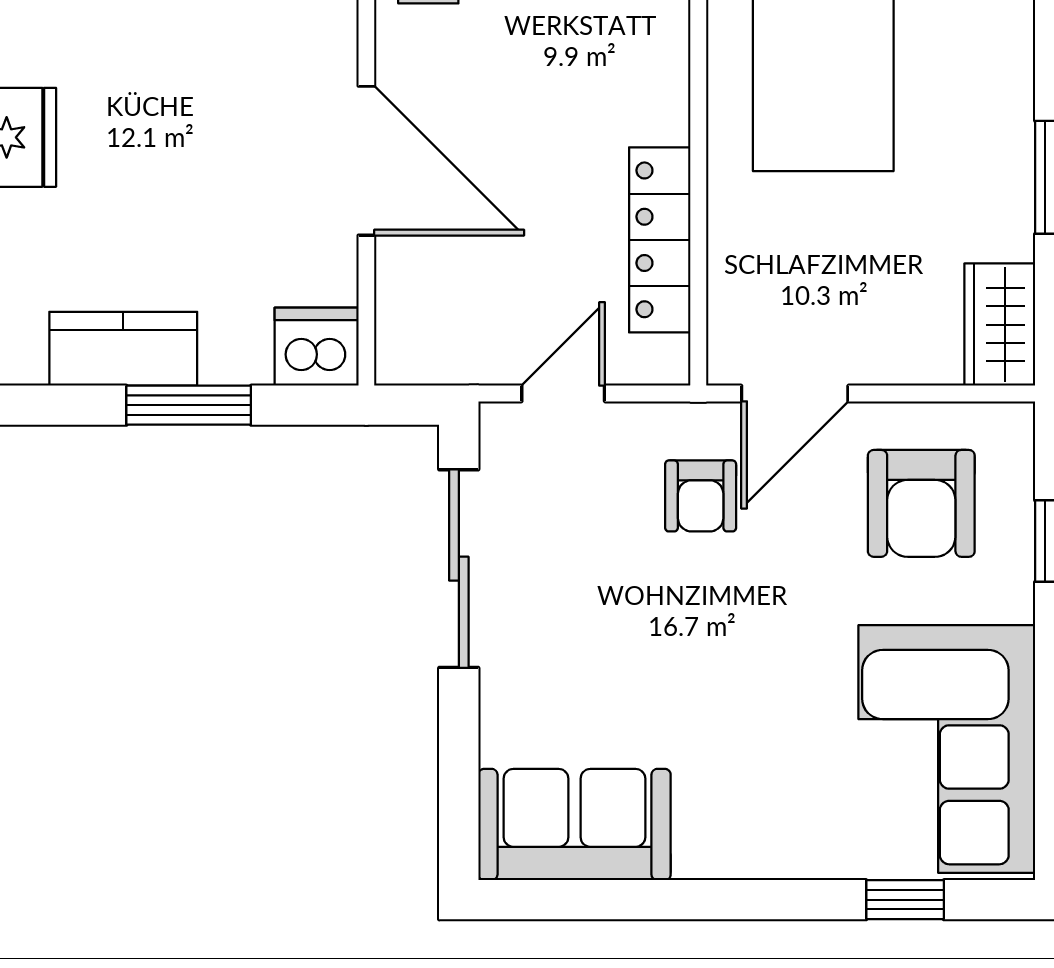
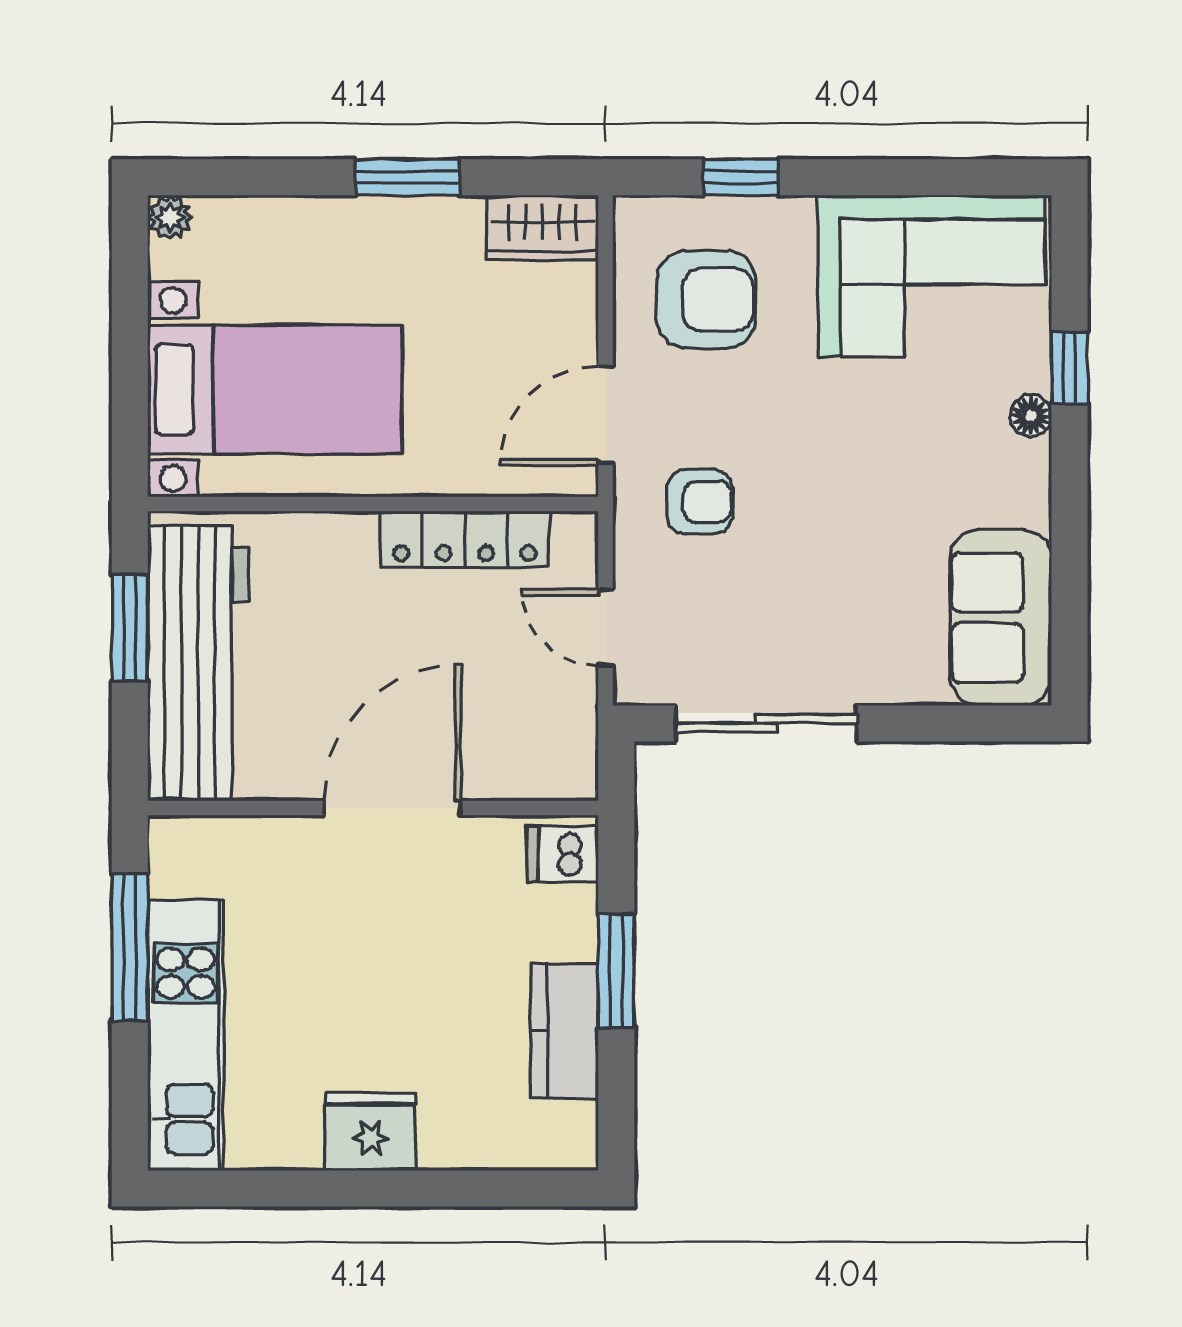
dishwasher: (316, 347) -> (563, 854), width x0.73
door: (795, 393) -> (606, 415), swing flipped
floor lamp: (794, 857) -> (1031, 416), added
window: (905, 900) -> (1070, 368), moved

